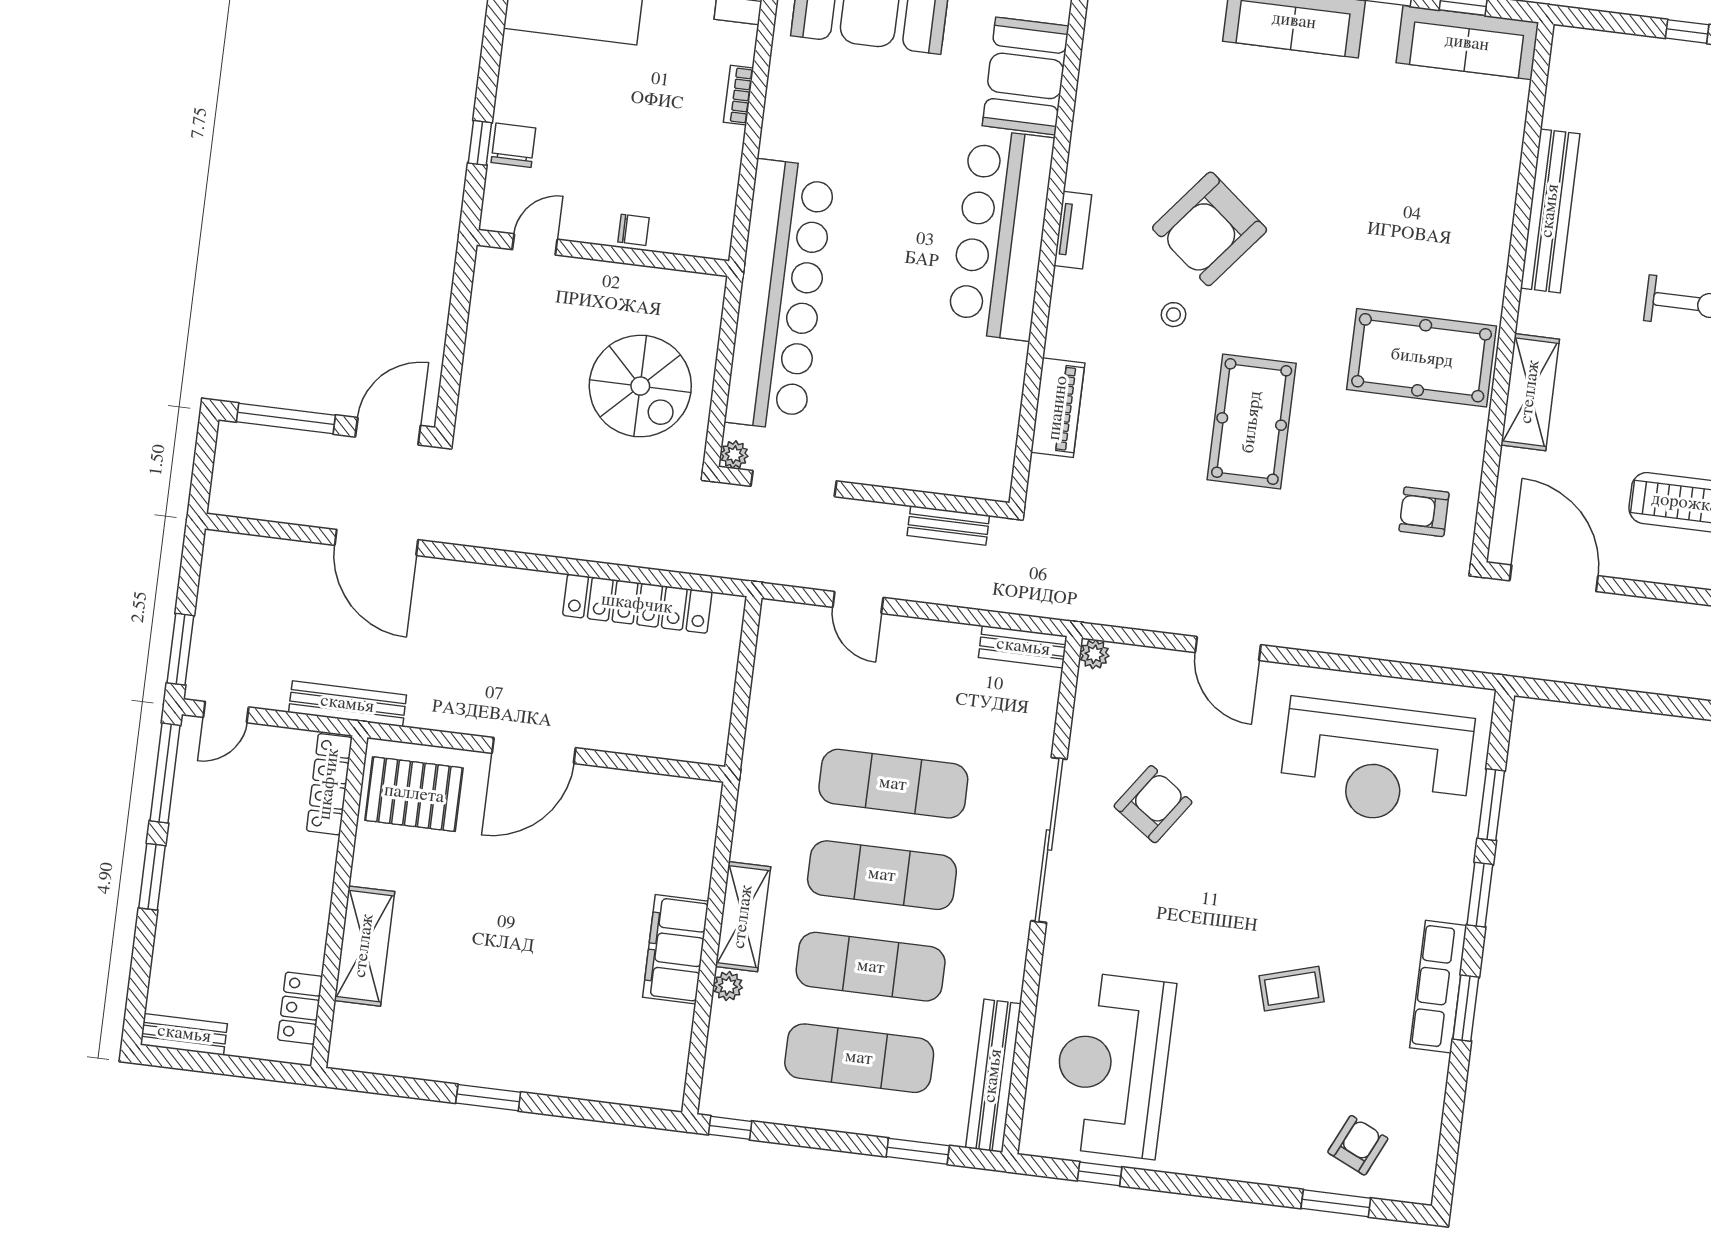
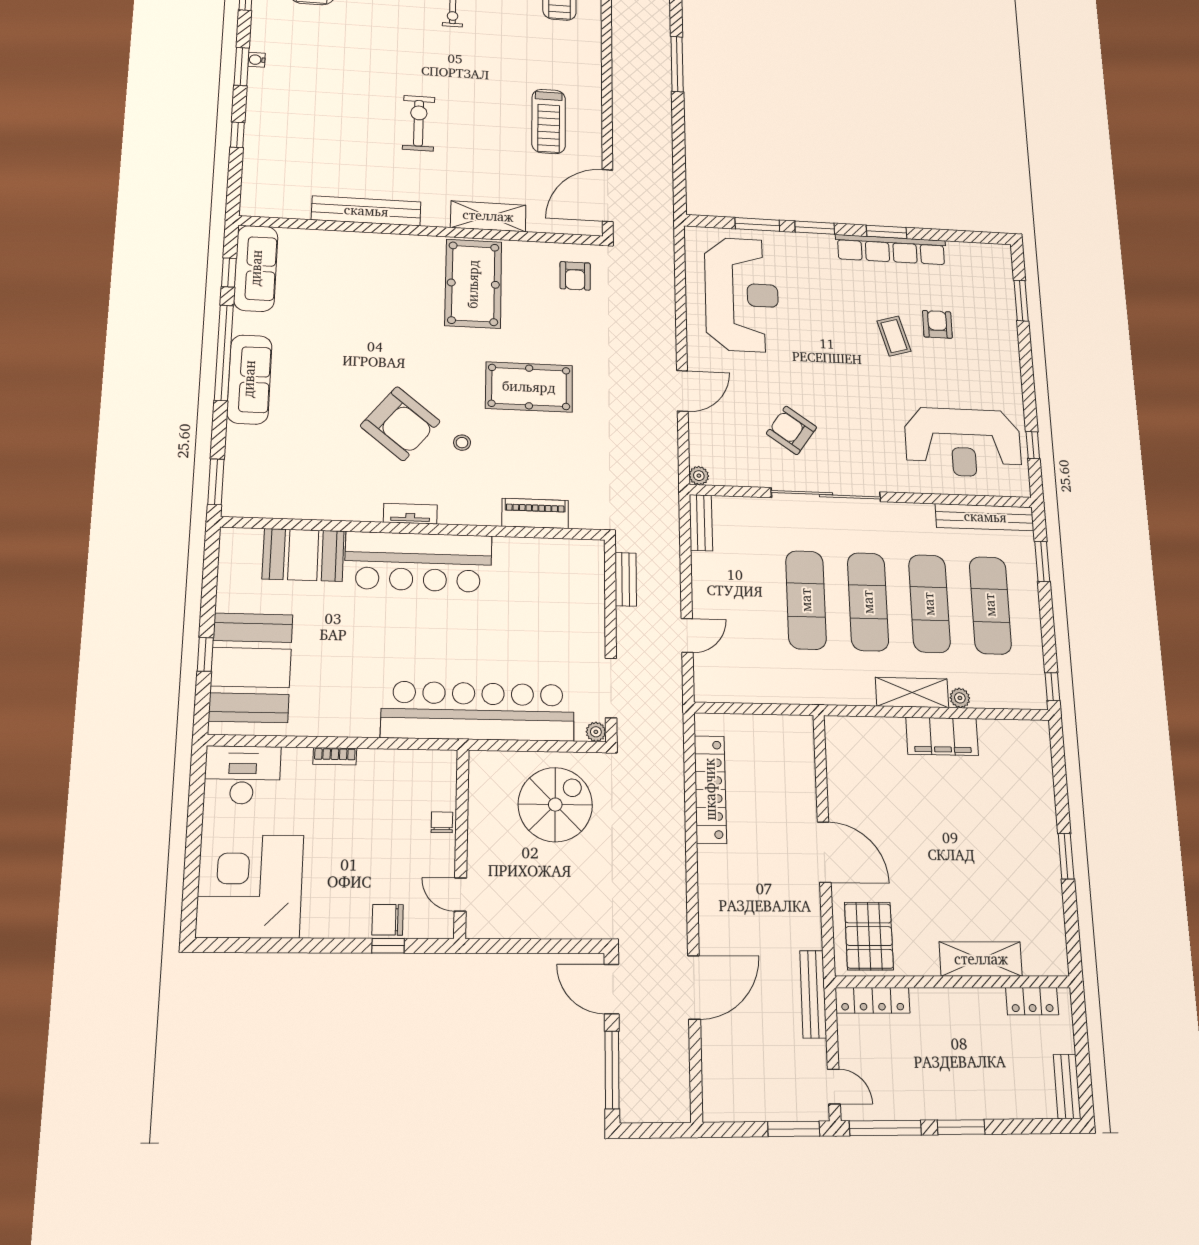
row of seats: (1438, 987) -> (891, 250), width x1.36
armchair: (1358, 1145) -> (937, 324), moved, turned 65

